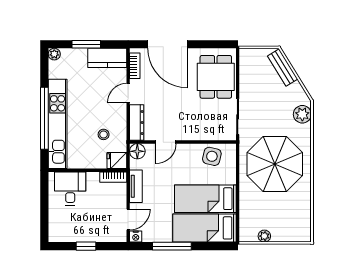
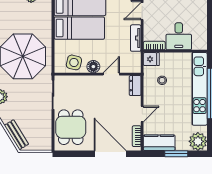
plant: (54, 54) -> (198, 141), width x1.88, depth x1.88
dresser: (137, 123) -> (135, 86), width x0.70
floor lamp: (137, 151) -> (93, 67), moved
desk: (70, 189) -> (179, 36), moved

